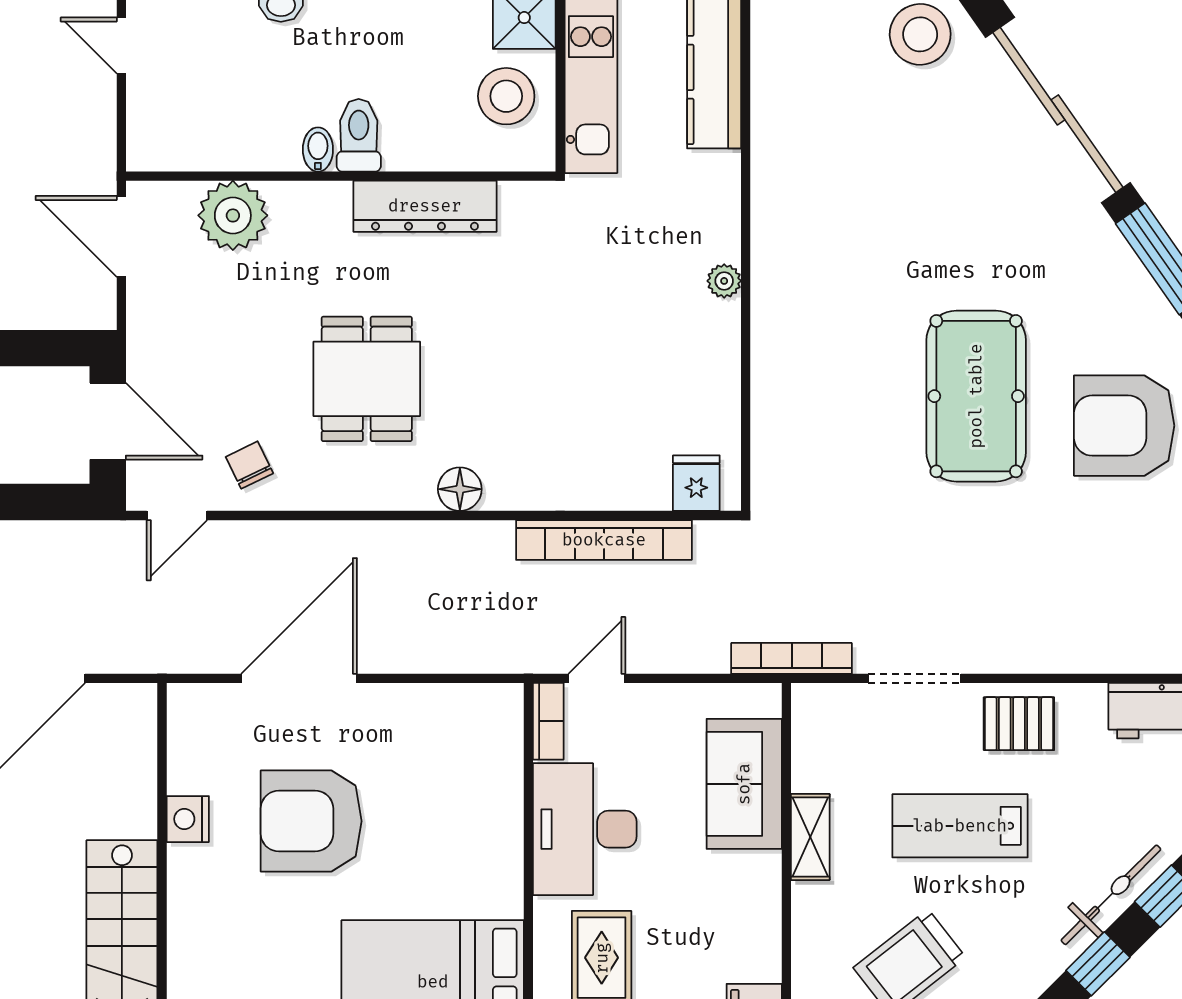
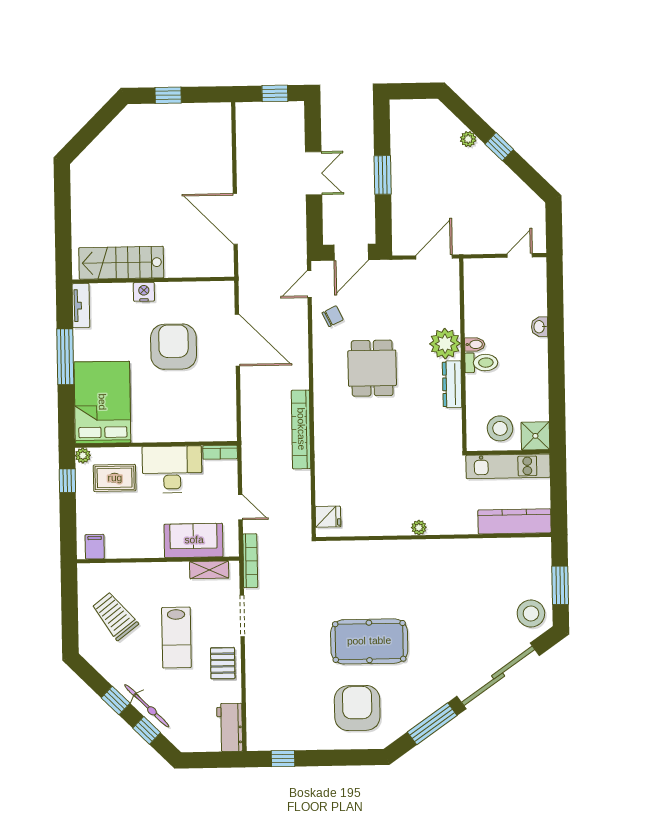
dresser: (425, 206) -> (452, 384), width x0.73, depth x0.80
plant: (233, 215) -> (445, 344), moved
dining table: (367, 379) -> (372, 368), turned 90
floor lamp: (460, 489) -> (323, 411), removed
door: (177, 515) -> (309, 284), hinge flipped
bookcase: (604, 540) -> (301, 429), moved
door: (597, 678) -> (240, 507), moved
nightstand: (188, 819) -> (144, 292), moved
lab bench: (960, 826) -> (176, 638), turned 180
shelving: (810, 837) -> (209, 570), moved

